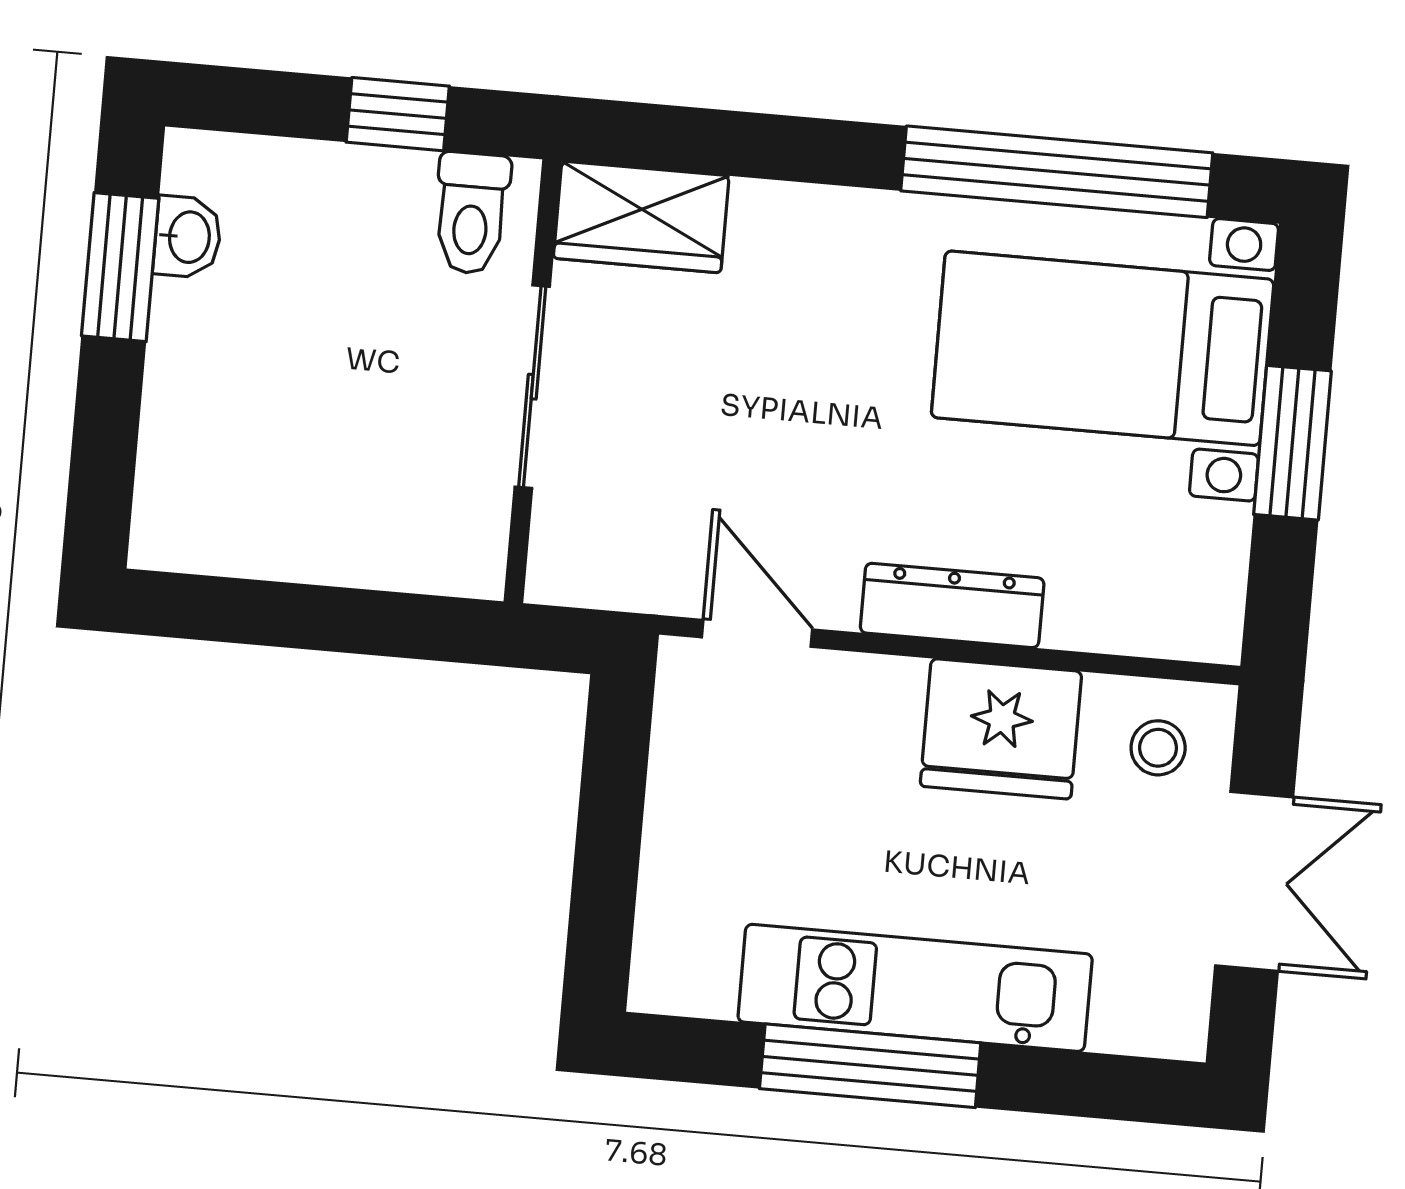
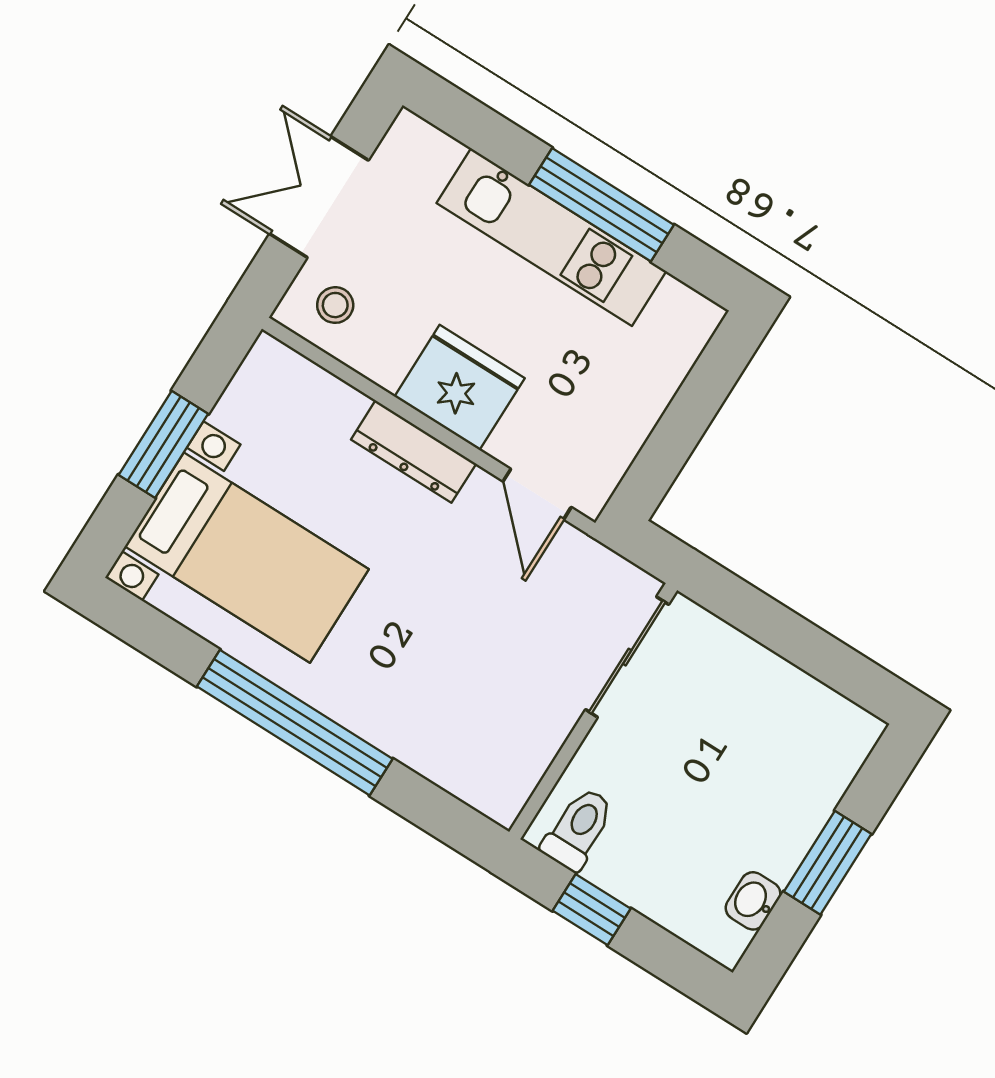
window: (1057, 172) -> (295, 723), moved
wardrobe: (641, 217) -> (479, 775), removed
window: (120, 267) -> (828, 863), moved
sliding door: (532, 387) -> (627, 657), moved
fridge: (1001, 729) -> (460, 387), moved

